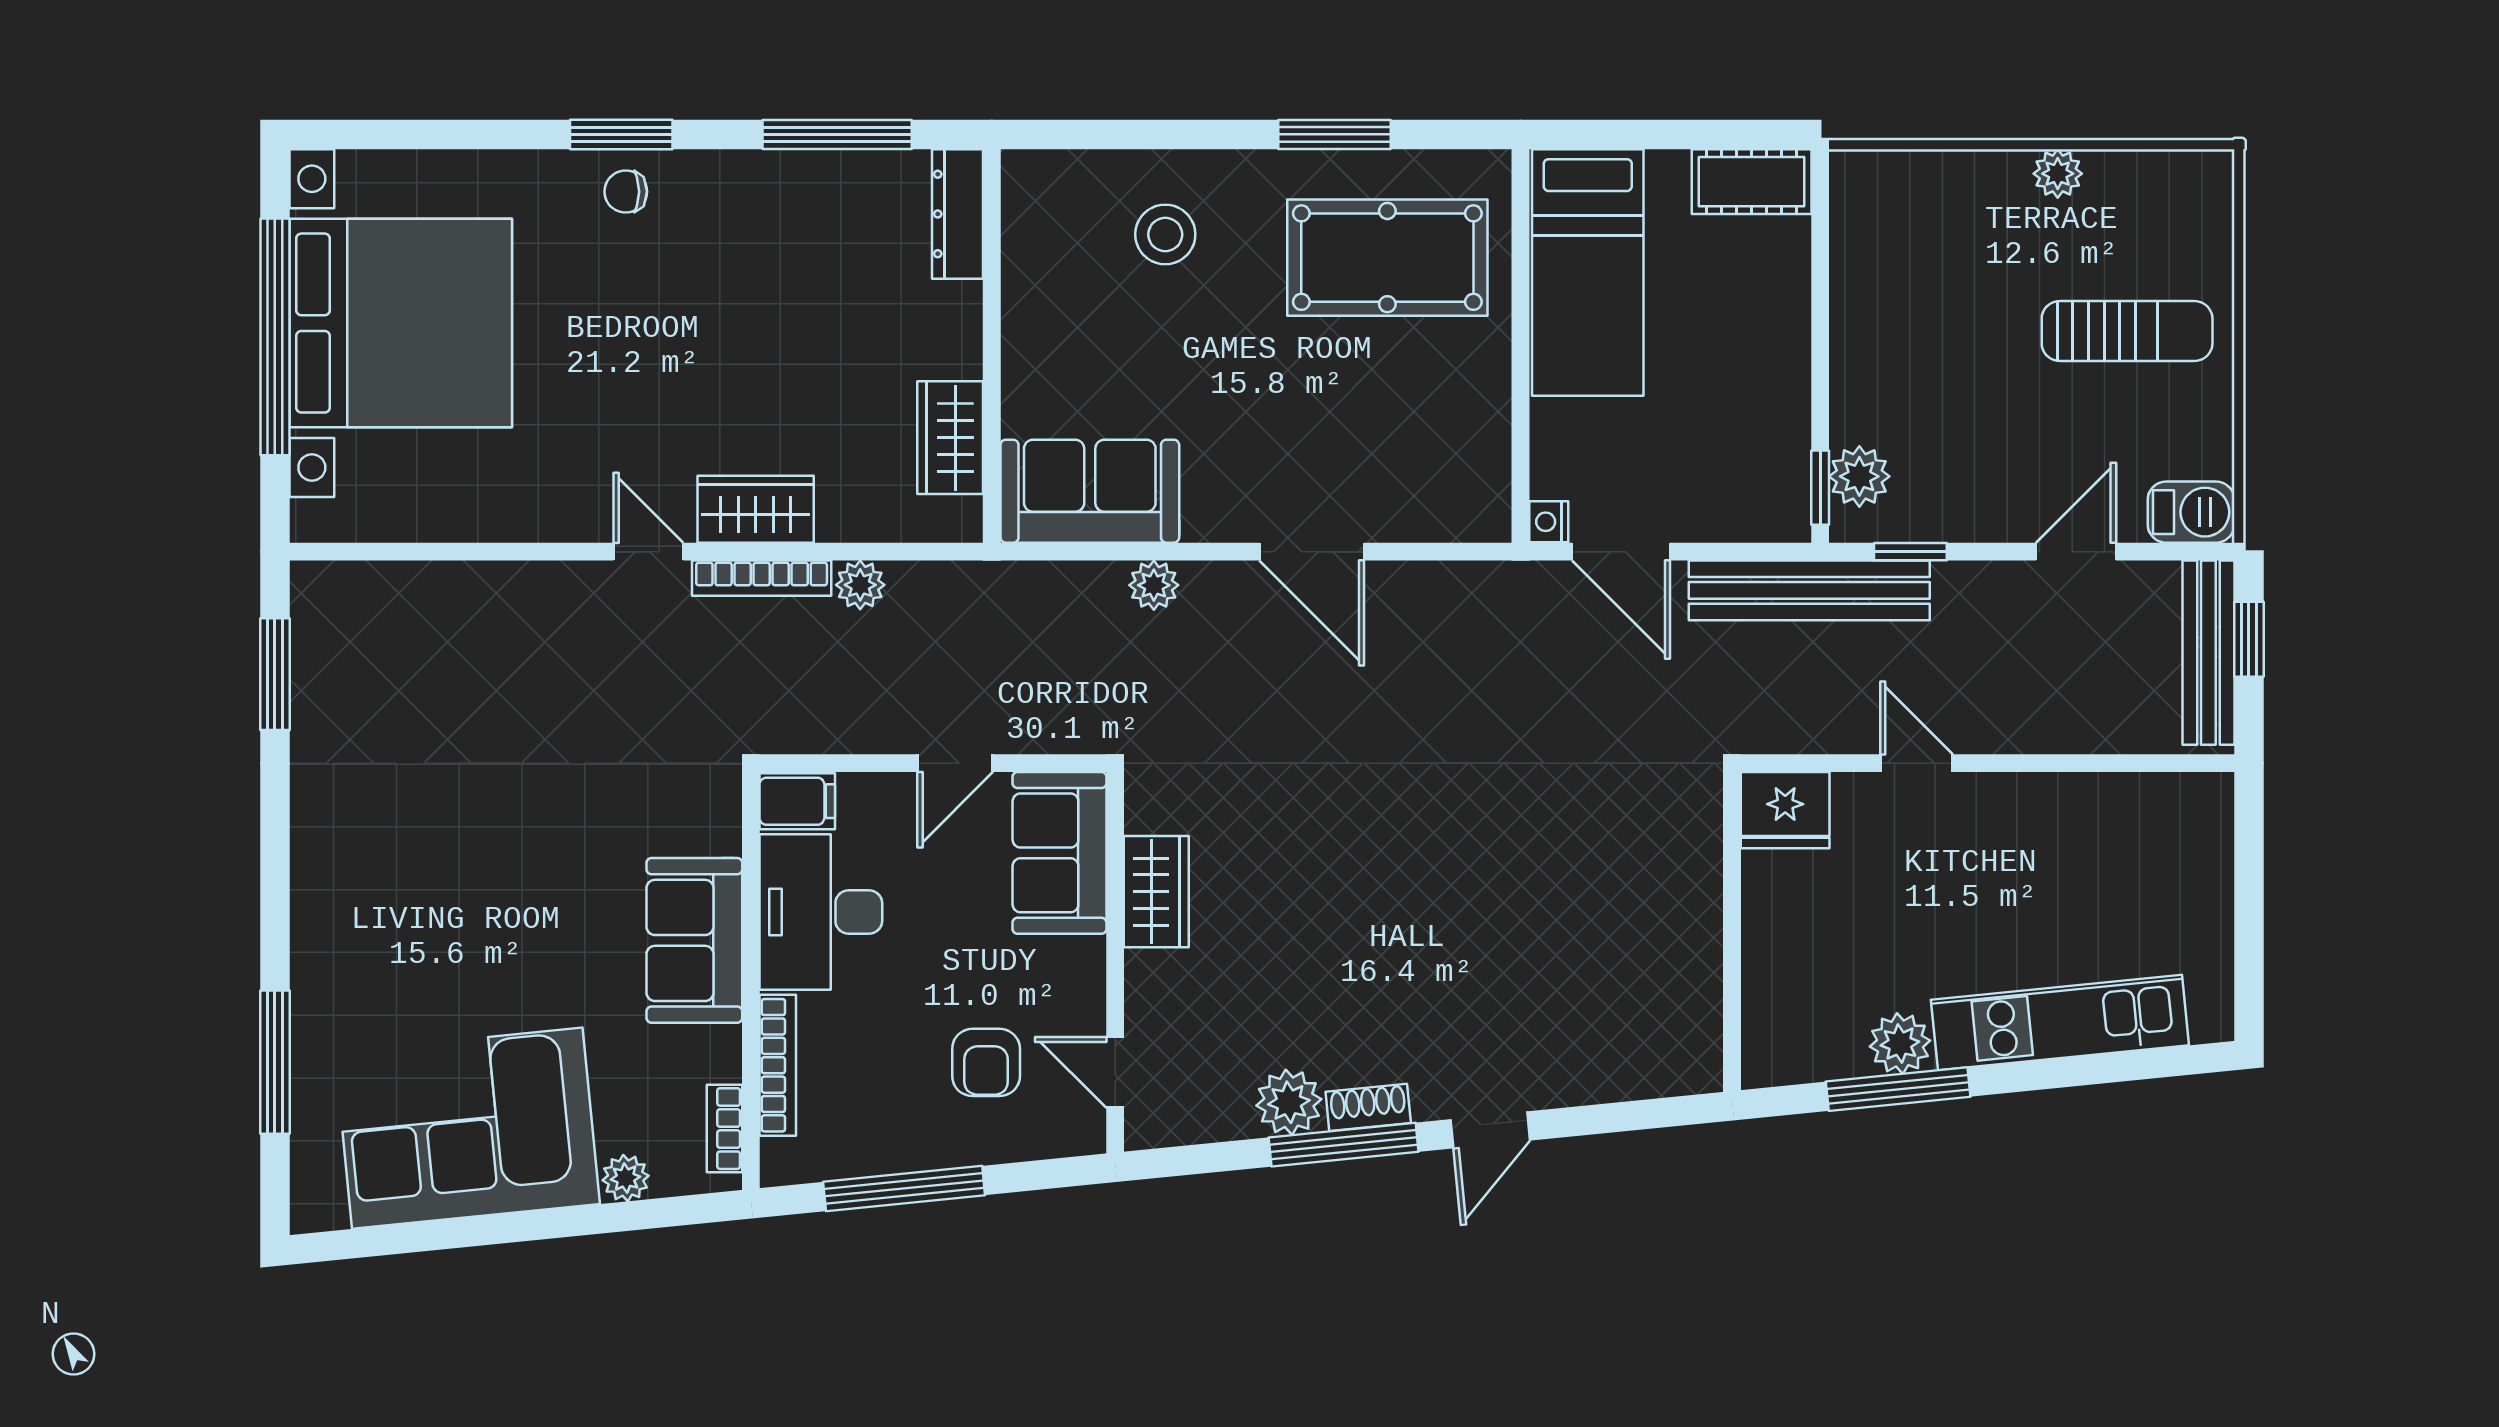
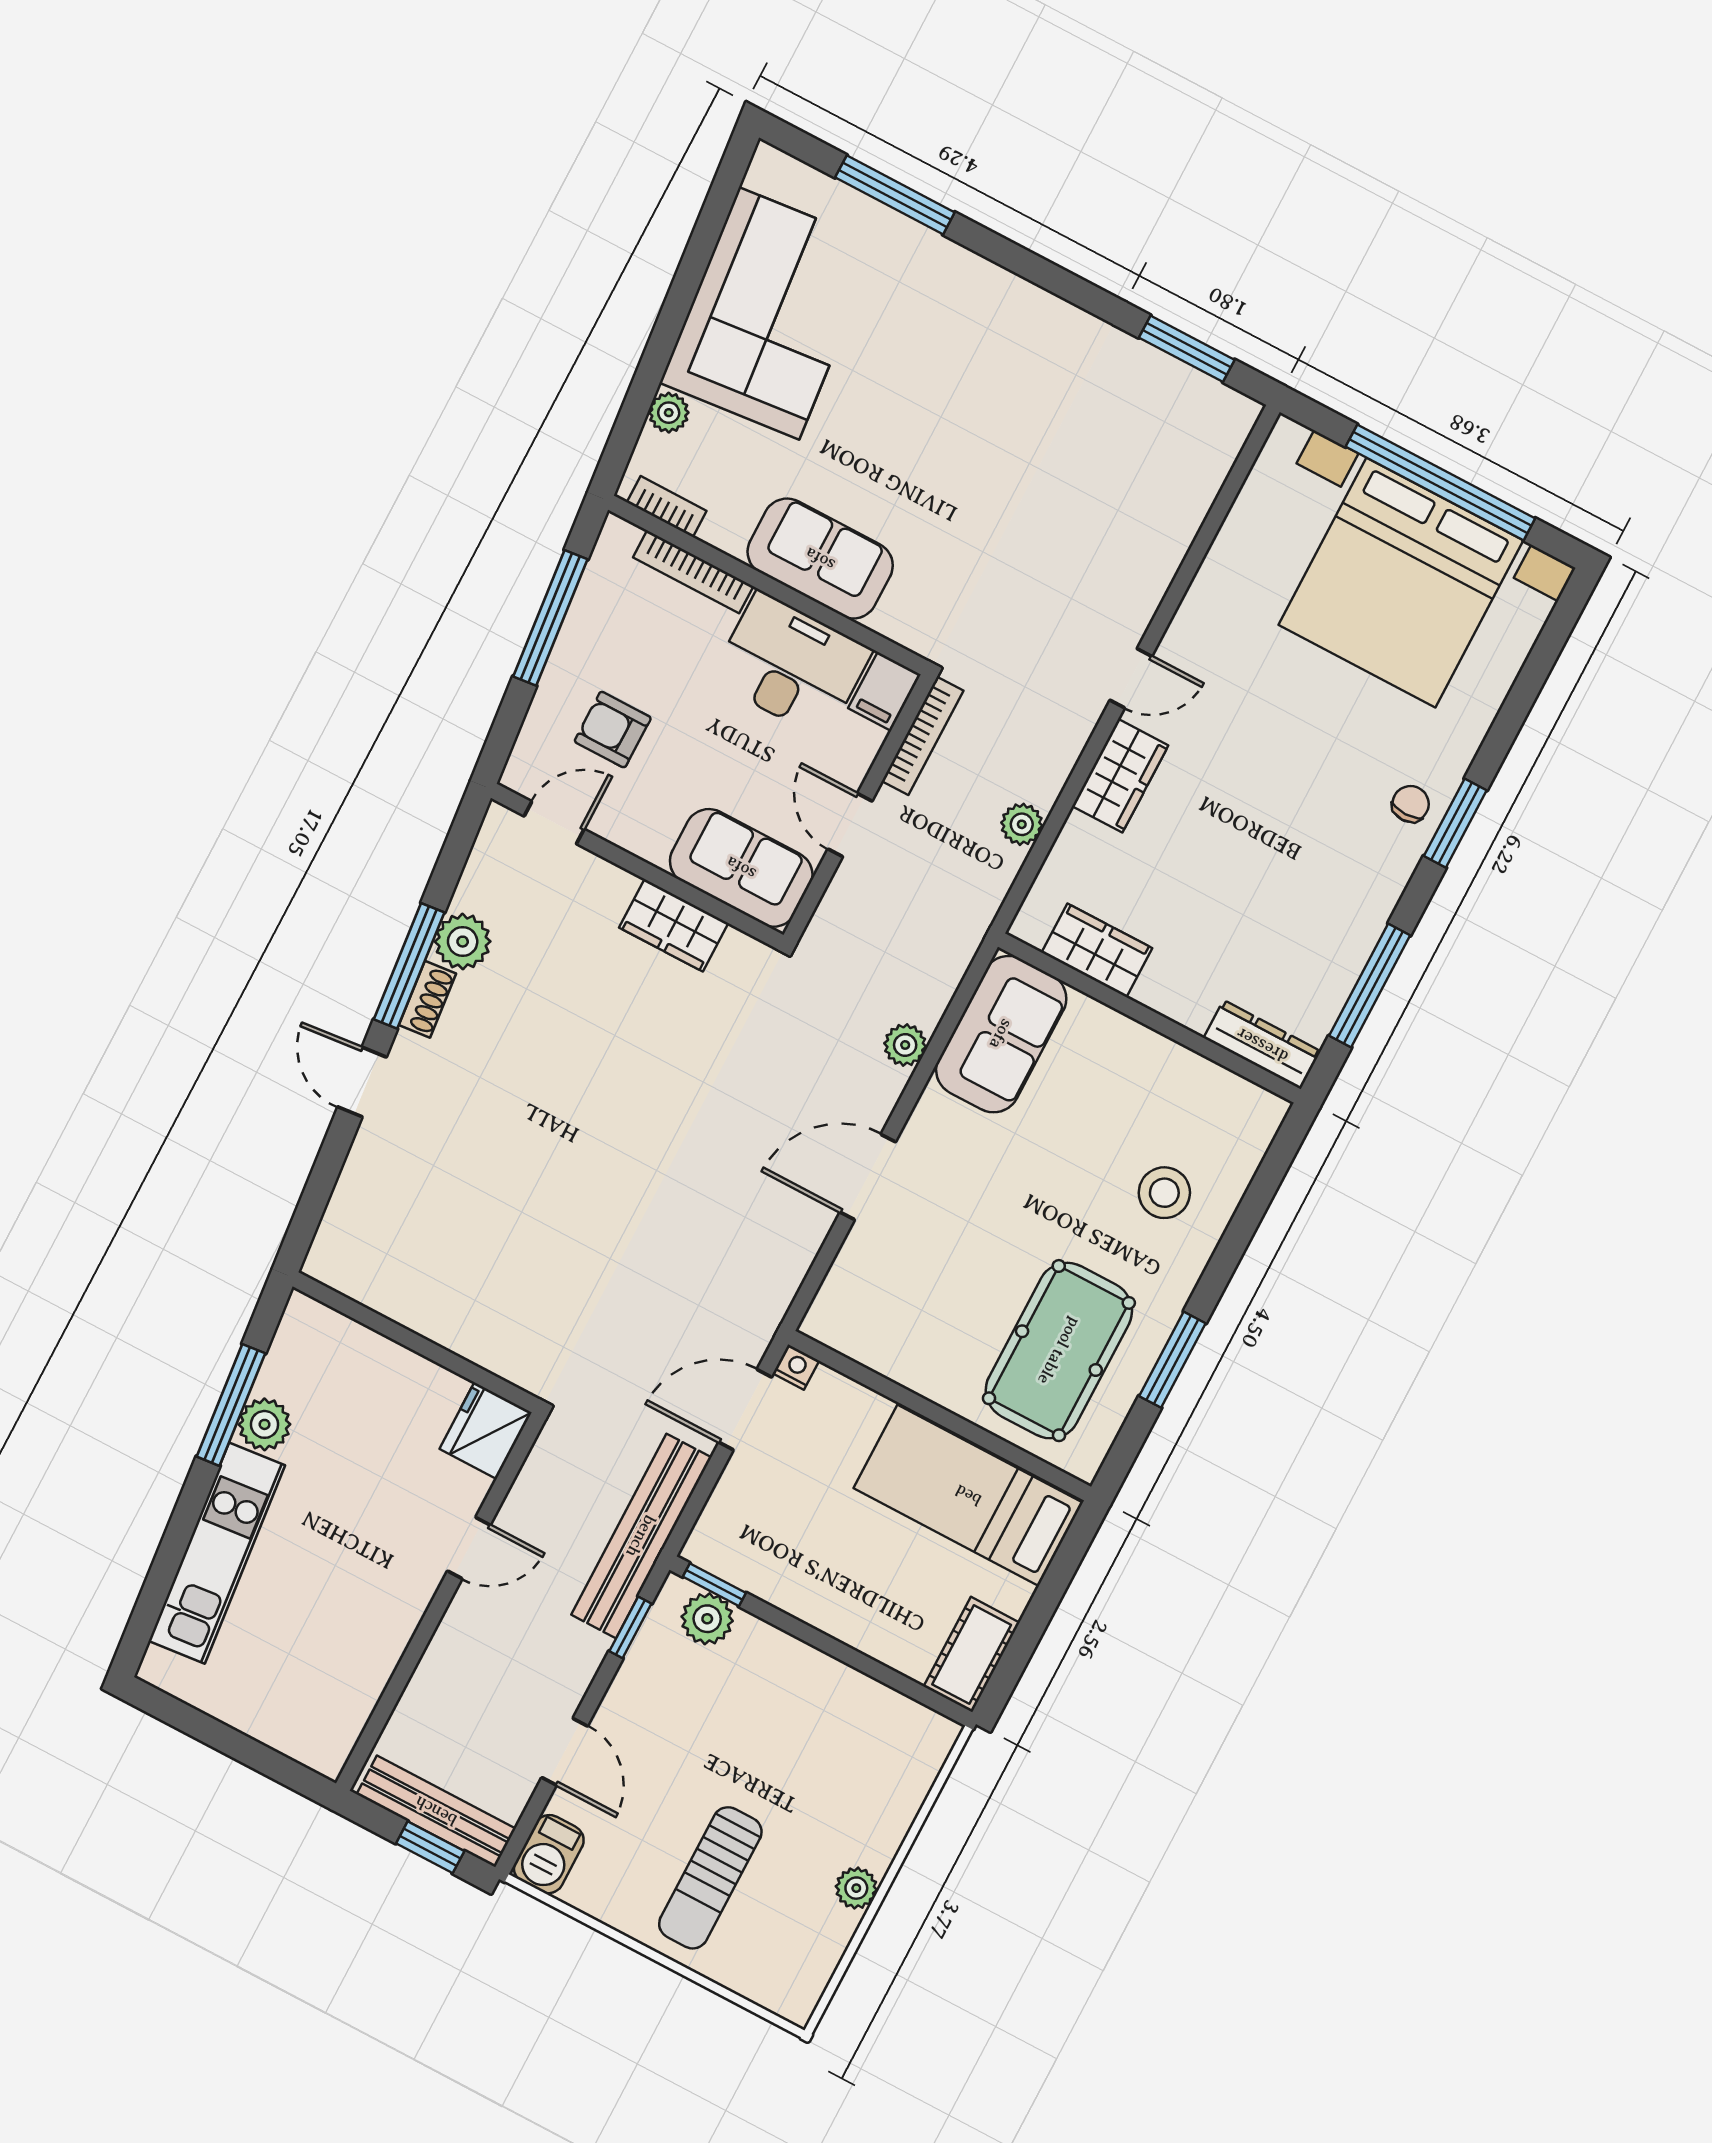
bookcase: (762, 578) -> (923, 736), moved, turned 180

